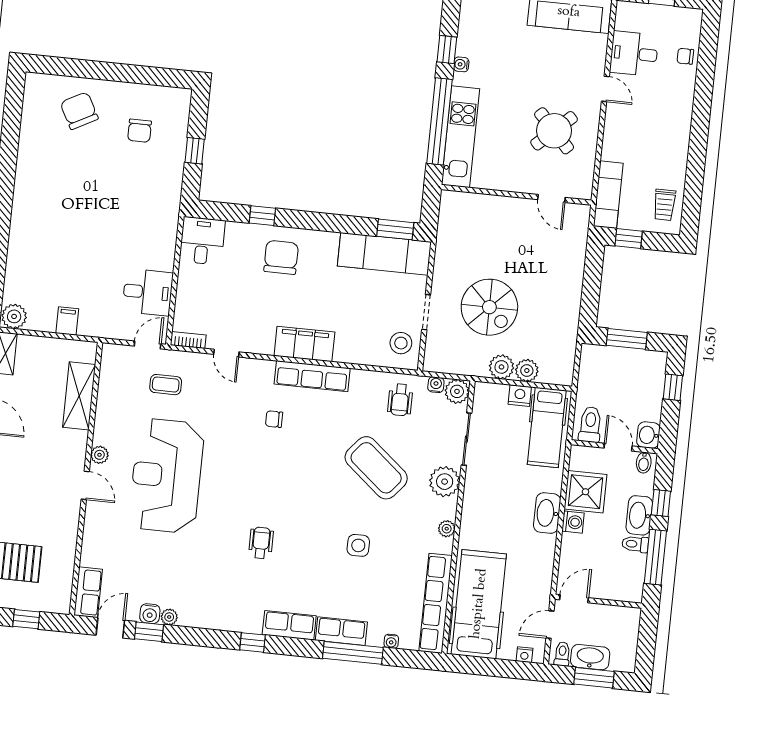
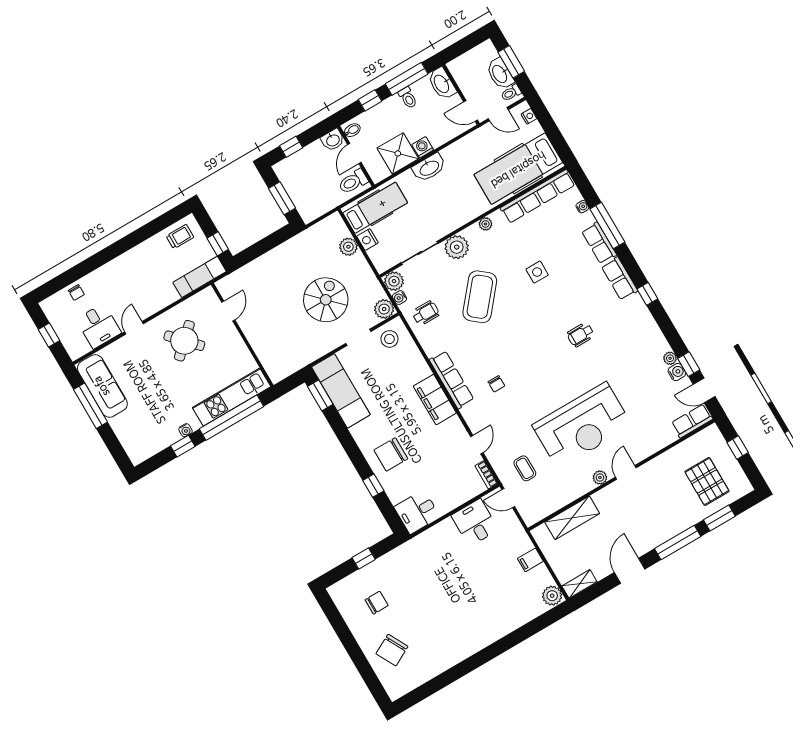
plant: (501, 367) -> (384, 309), moved
washbasin: (639, 515) -> (442, 84), moved, turned 90

